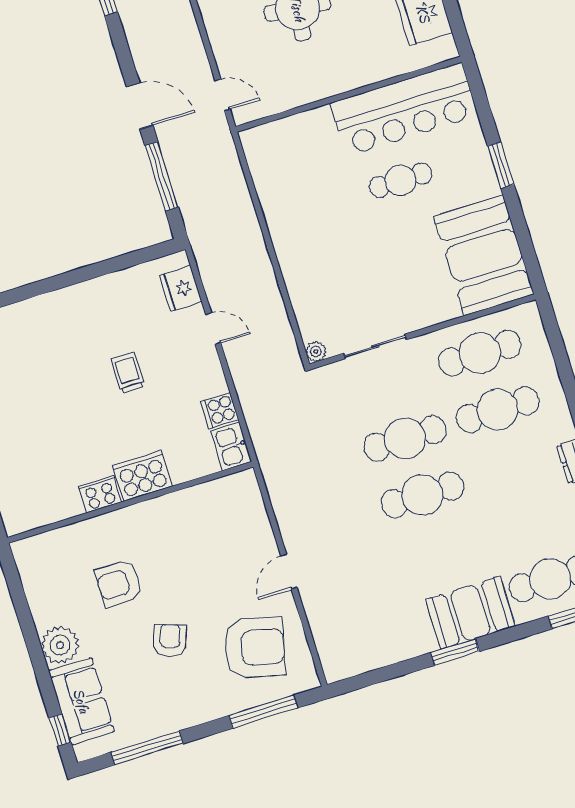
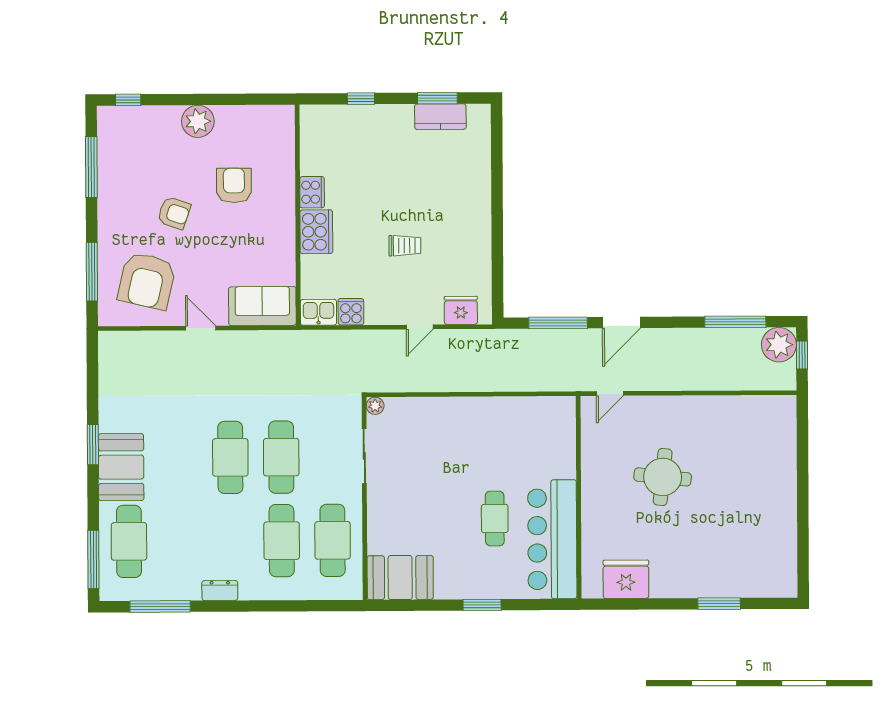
booth: (484, 255) -> (400, 578), width x0.73, depth x0.70
sofa: (81, 701) -> (262, 306), moved, turned 180

